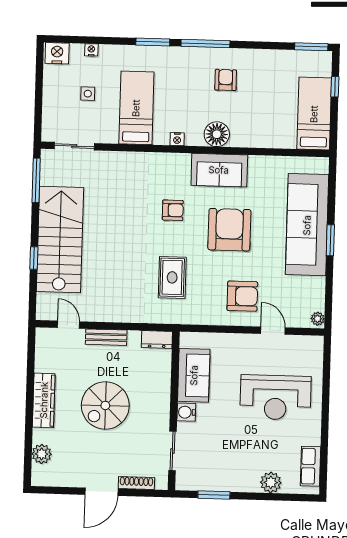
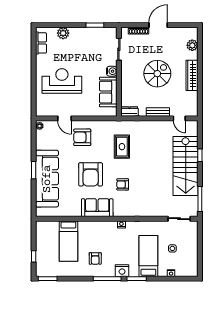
nightstand: (57, 53) -> (122, 271), moved
bed: (136, 108) -> (148, 256), moved, turned 180
bed: (314, 114) -> (68, 241), moved
floor lamp: (217, 134) -> (99, 228), removed

